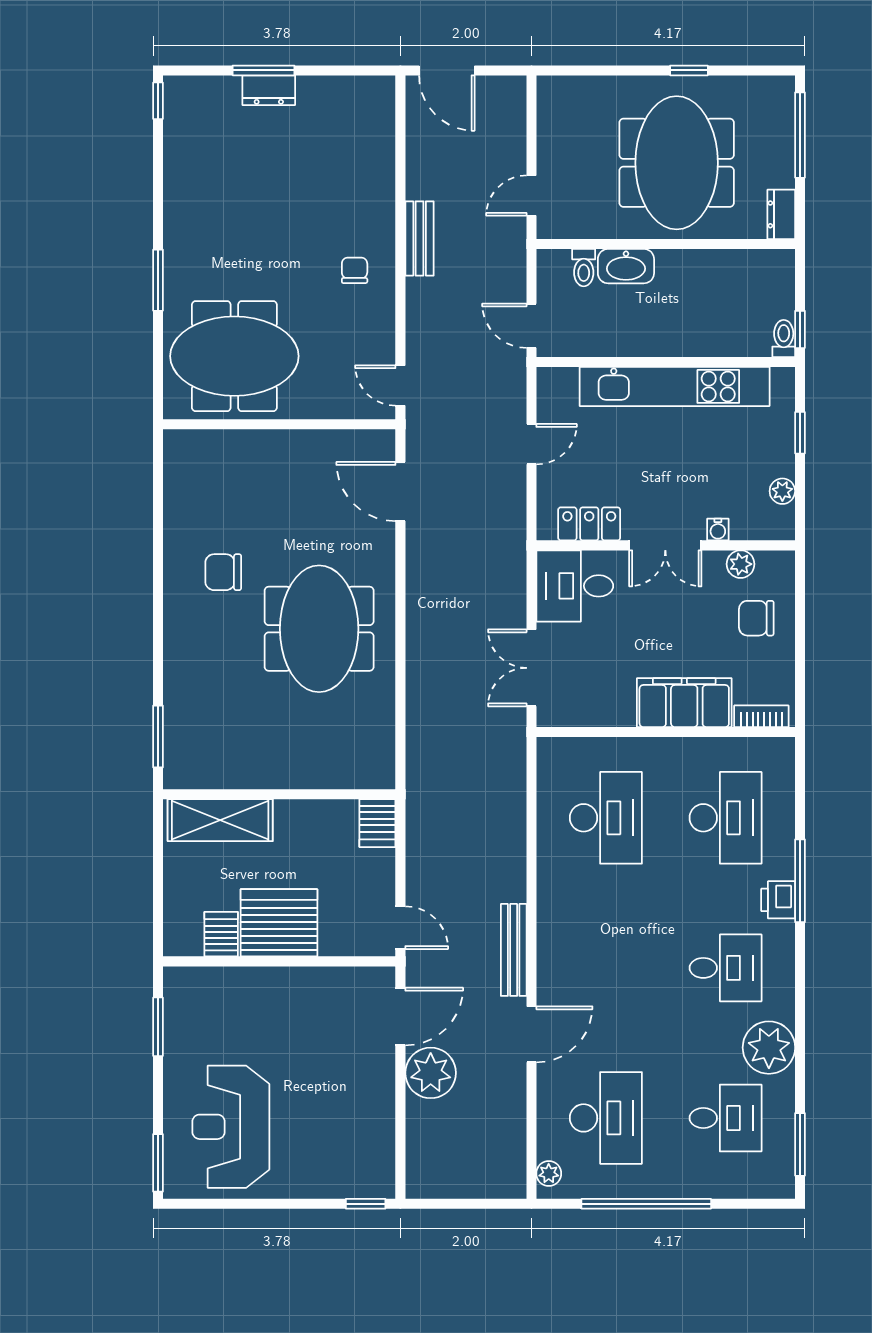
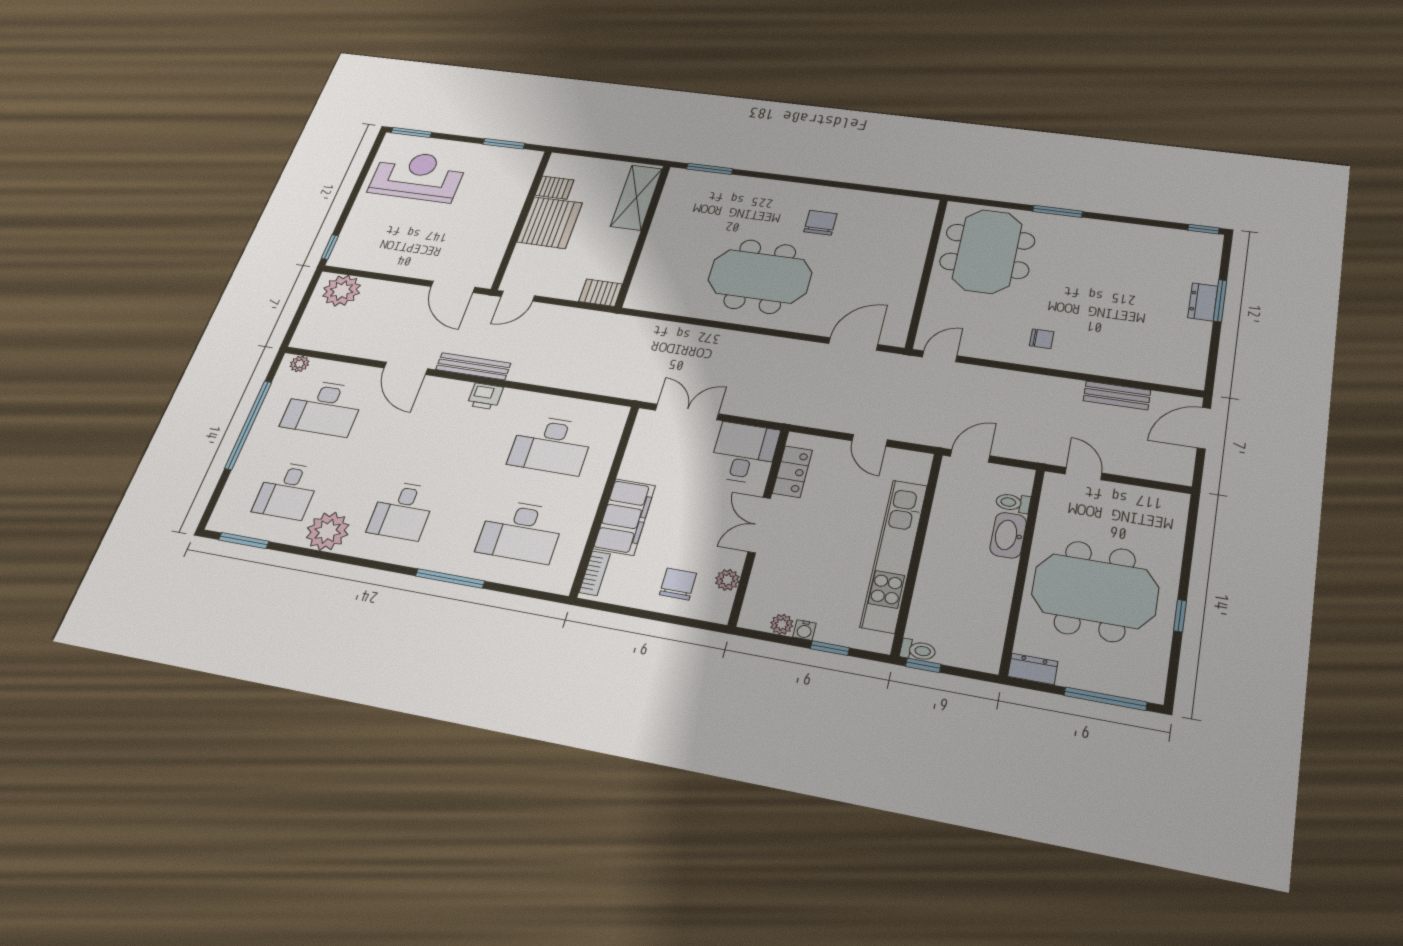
bench: (420, 238) -> (1117, 395), moved
water cooler: (718, 530) -> (804, 630), moved, turned -90
printer: (778, 900) -> (485, 396), moved, turned 180
plant: (431, 1073) -> (342, 291), moved

